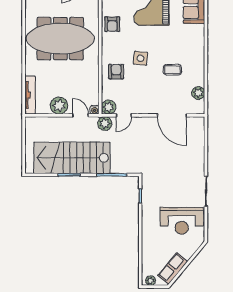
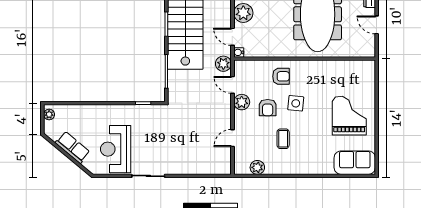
armchair: (112, 24) -> (268, 108), moved, turned -90
plant: (109, 107) -> (242, 102), moved
door: (80, 115) -> (232, 37), swing flipped
door: (172, 115) -> (232, 138), width x0.53
row of seats: (173, 268) -> (73, 147), moved

